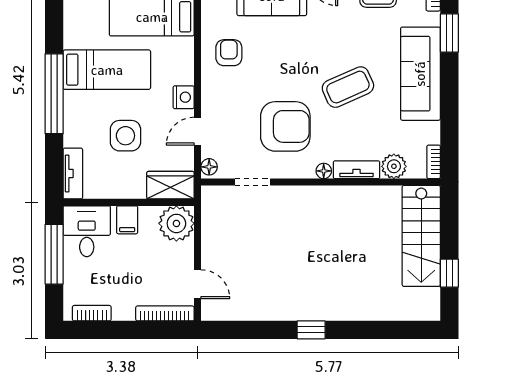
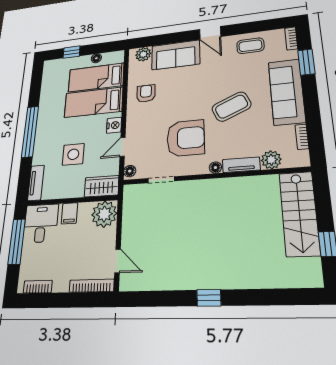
bed: (107, 70) -> (94, 102), moved, turned 180
bookcase: (434, 162) -> (302, 137), moved

